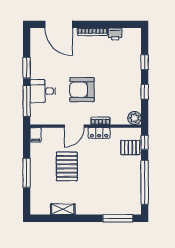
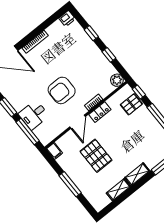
printer: (115, 34) -> (67, 19), moved
shelving: (88, 209) -> (137, 174), added

